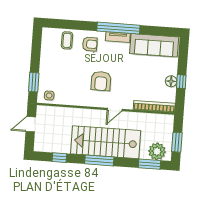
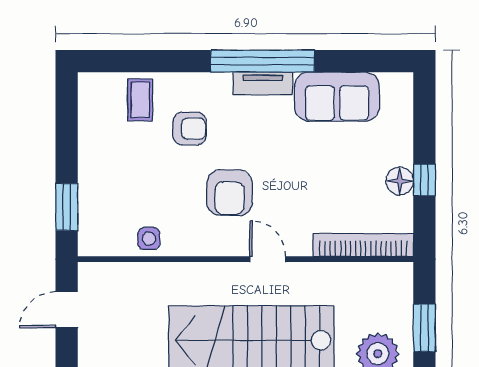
armchair: (90, 44) -> (189, 129), moved
sofa: (154, 45) -> (337, 97), width x0.73
side table: (49, 95) -> (149, 239), moved
door: (115, 109) -> (268, 259), swing flipped

